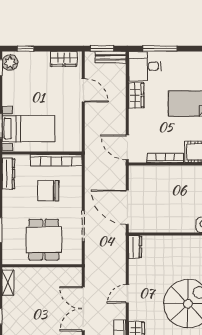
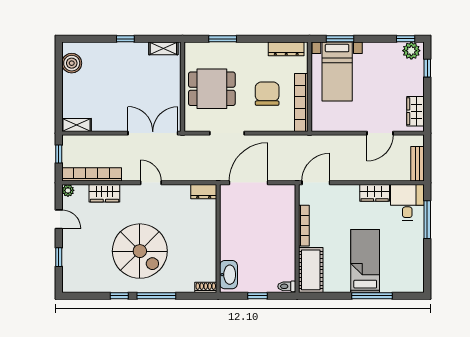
window: (102, 49) -> (427, 154), removed
double door: (83, 309) -> (153, 133), moved

